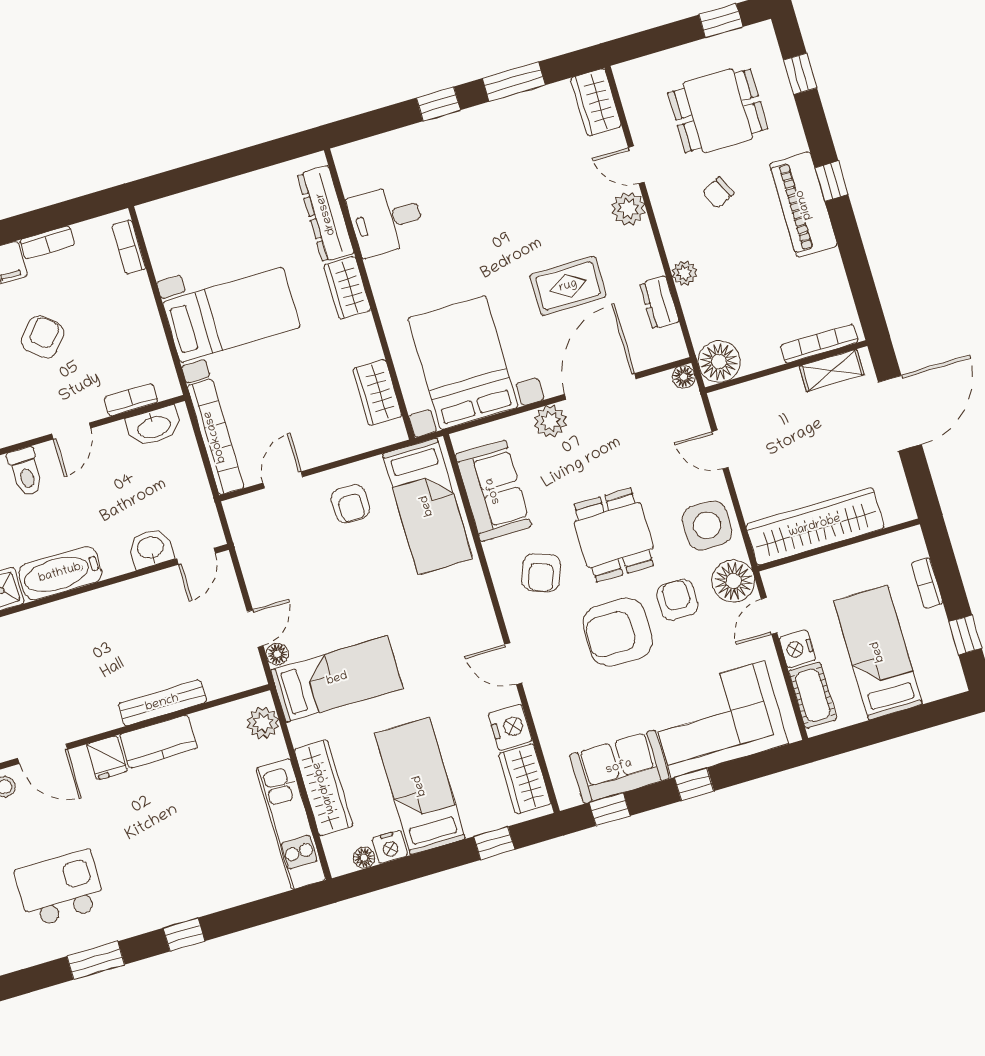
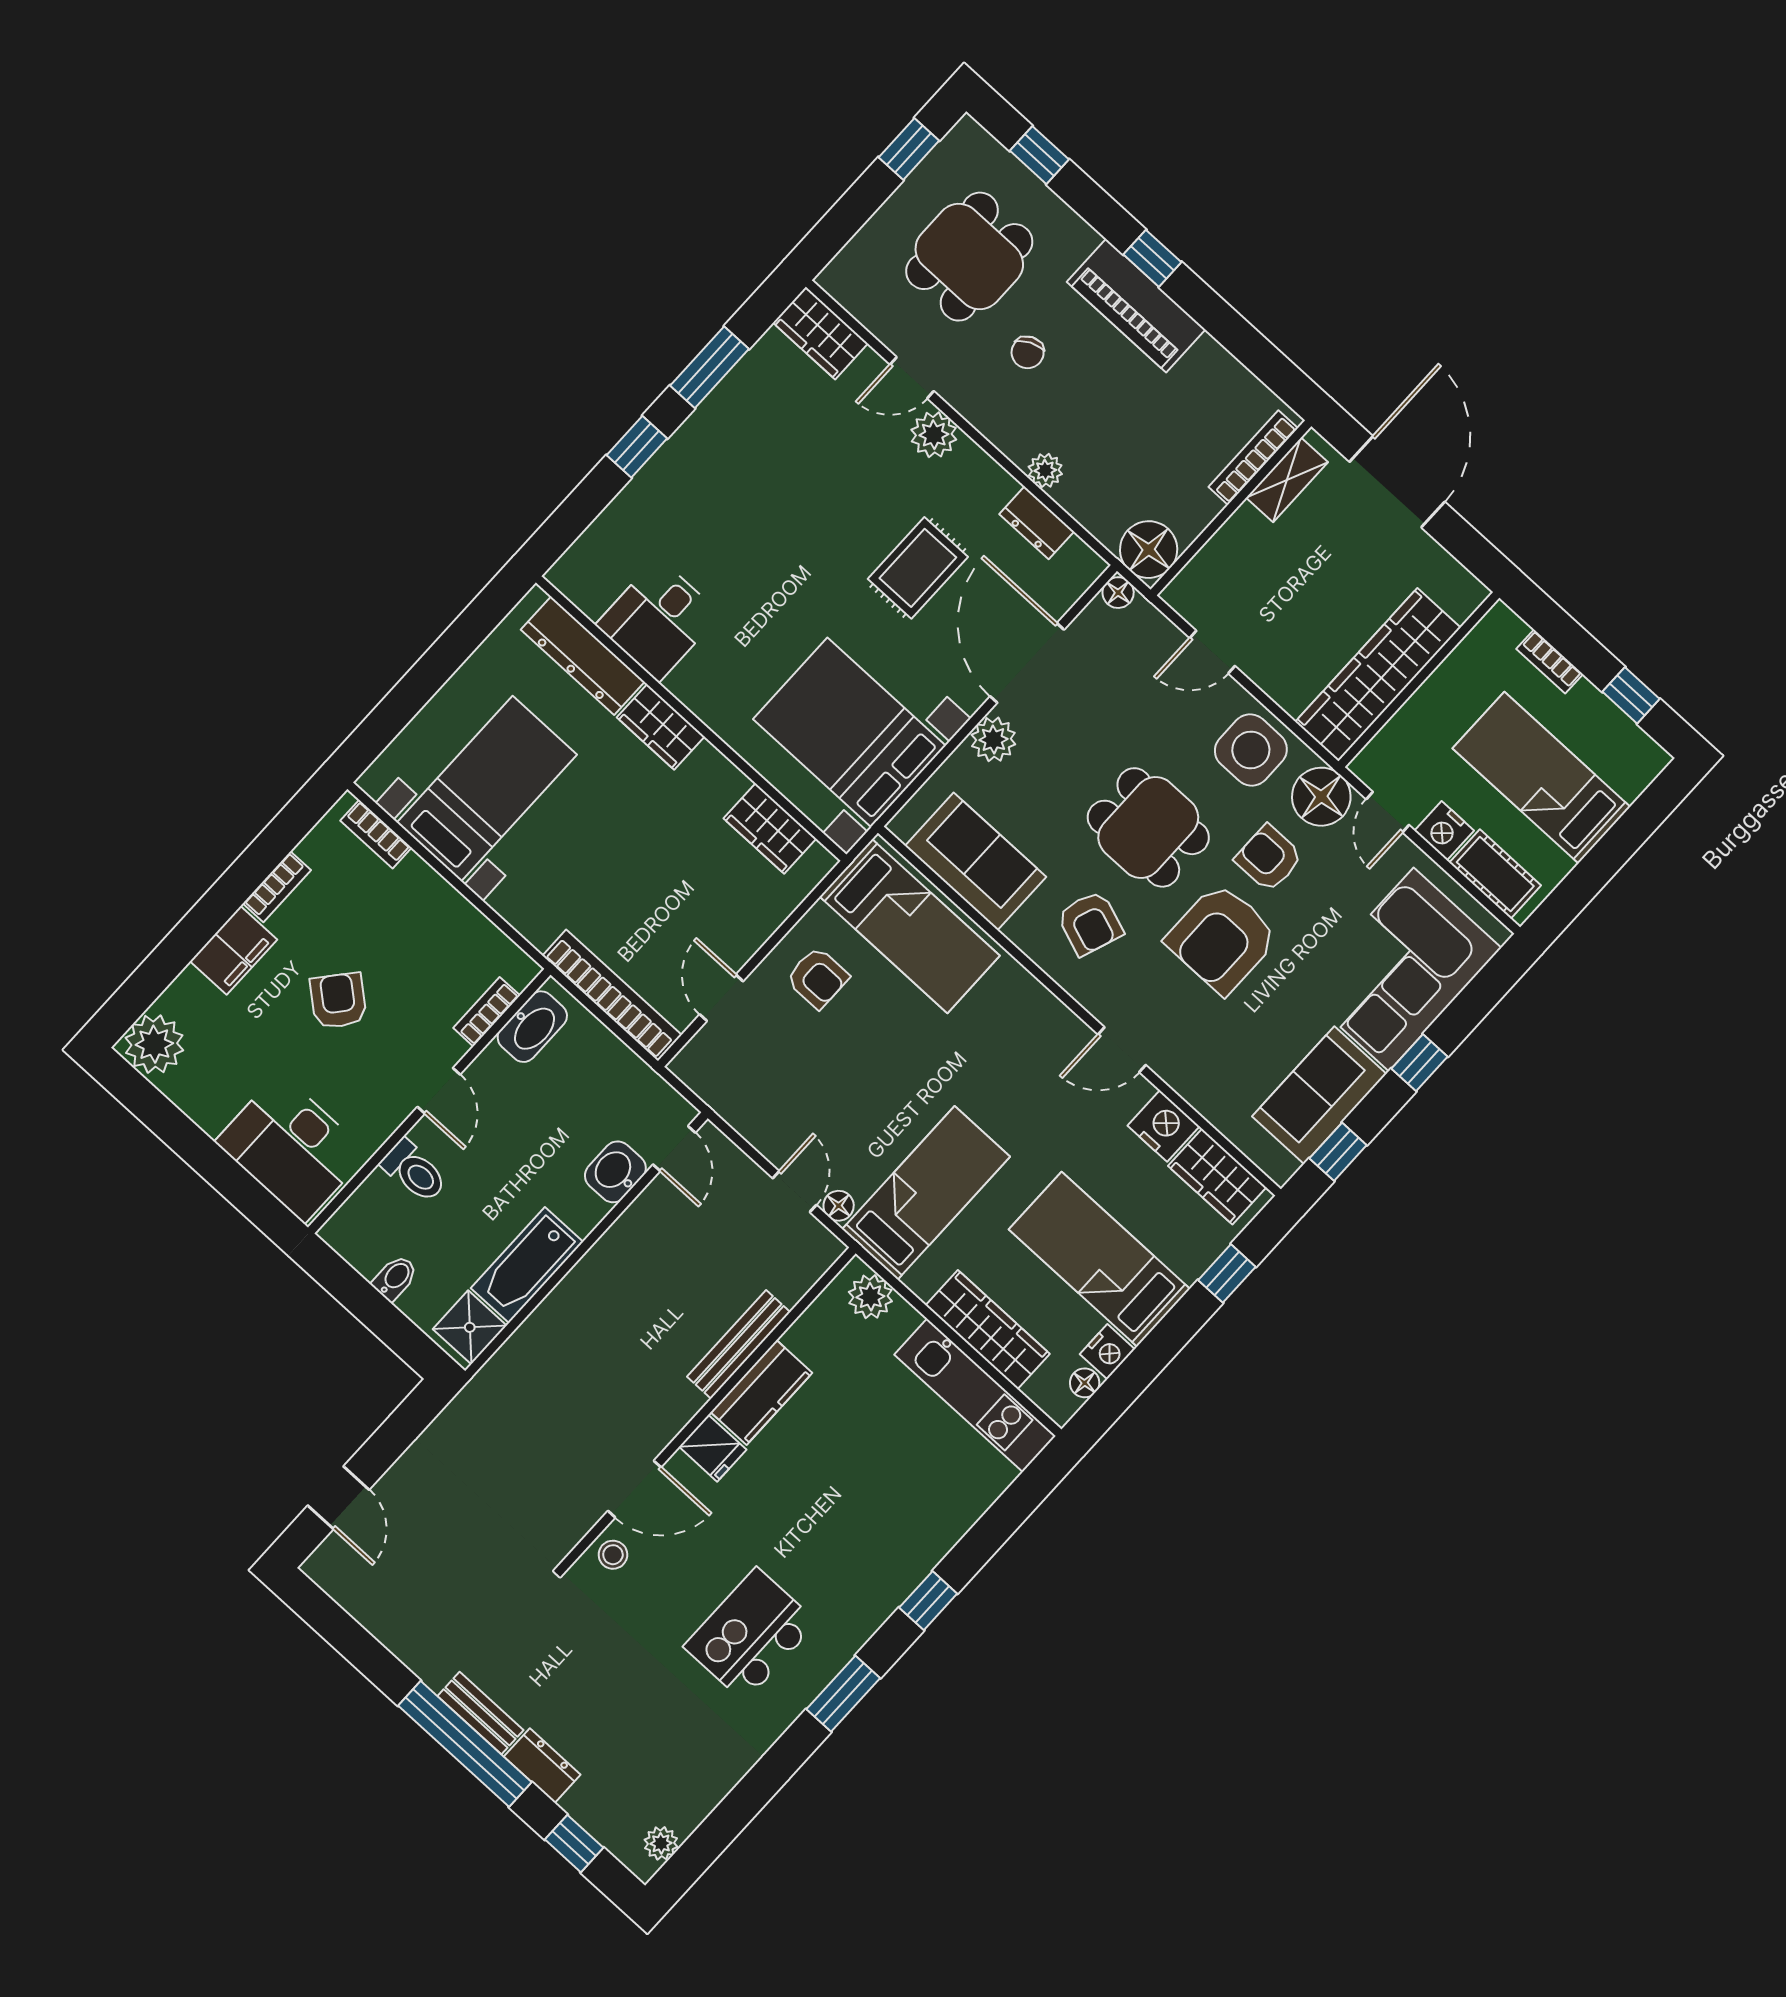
bed with nightstands: (231, 315) -> (487, 789), moved

